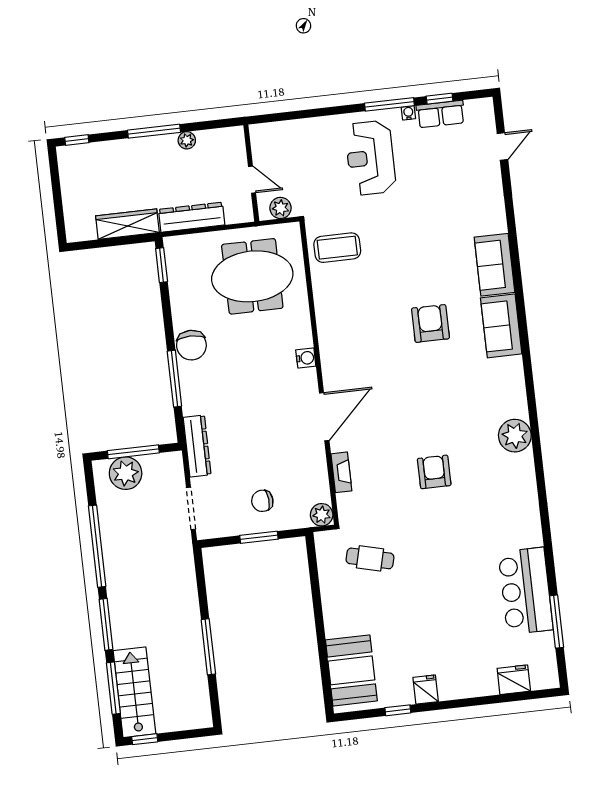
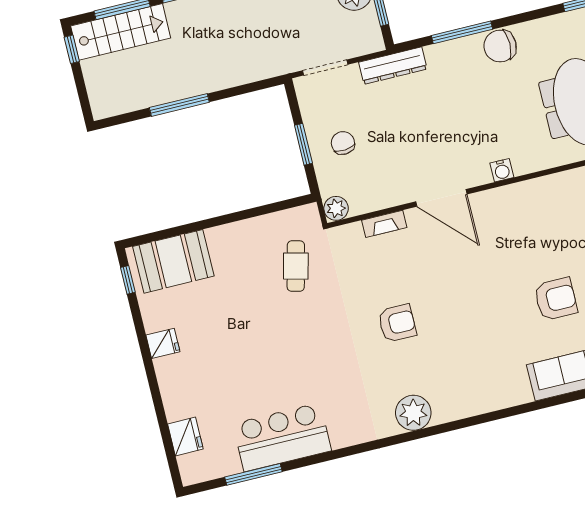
plant: (515, 436) -> (413, 413), moved
window: (398, 710) -> (128, 280), moved

